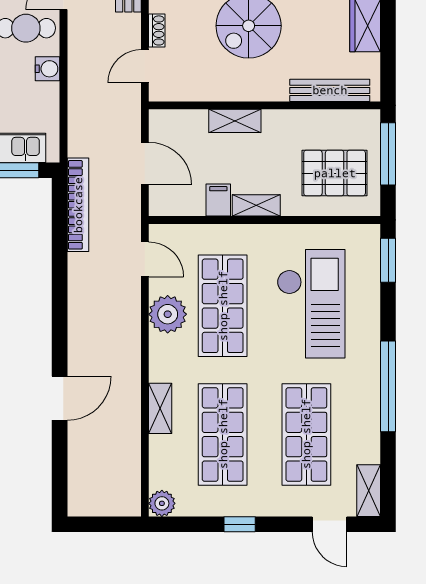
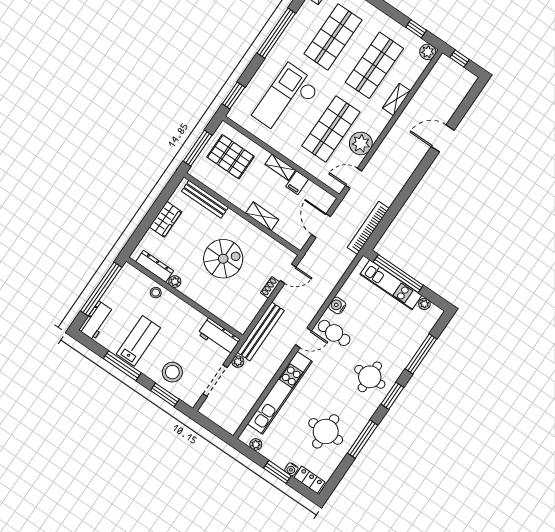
door: (145, 259) -> (354, 178), hinge flipped
window: (112, 524) -> (460, 59), added
window: (240, 524) -> (416, 29), moved

